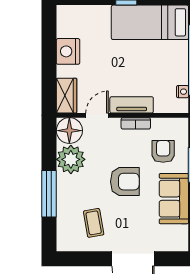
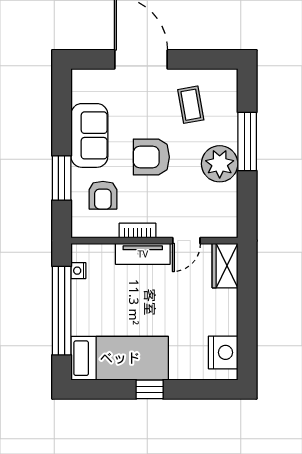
nightstand: (68, 51) -> (223, 352), moved
floor lamp: (69, 131) -> (221, 221), removed
plant: (71, 159) -> (220, 164), moved

